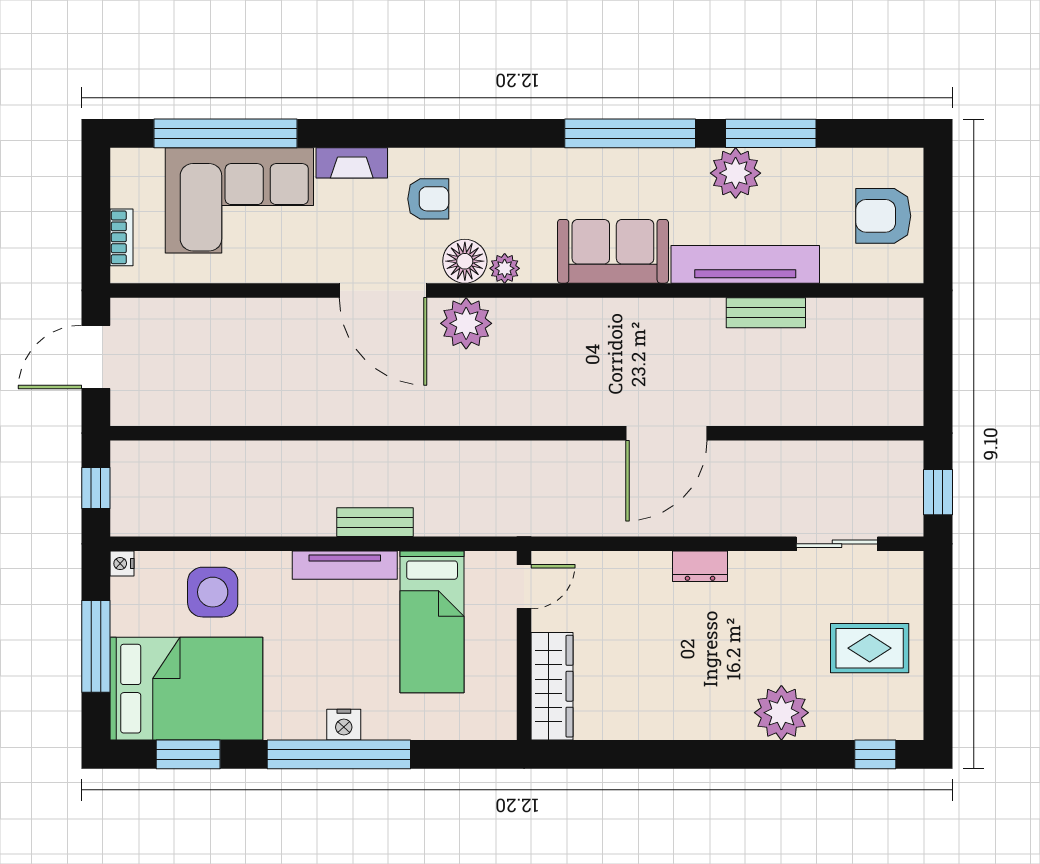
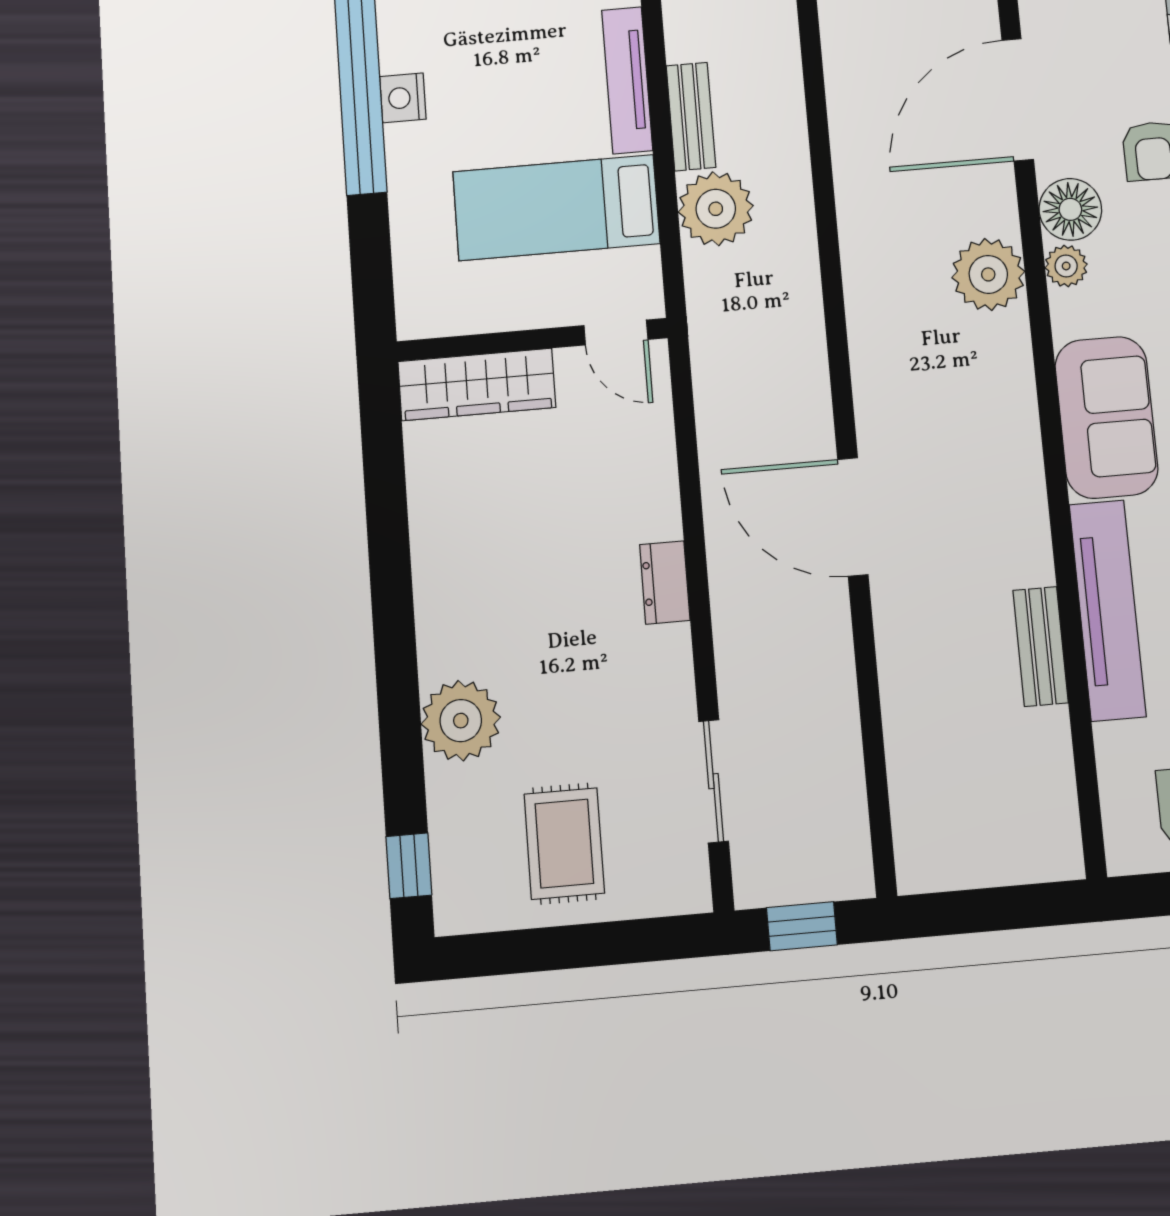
plant: (466, 323) -> (988, 274), moved
plant: (443, 510) -> (716, 209), added

